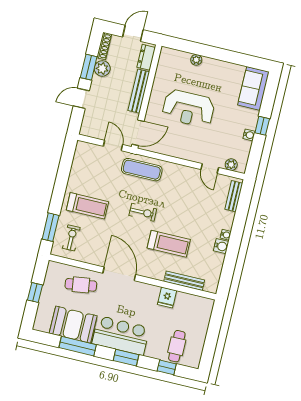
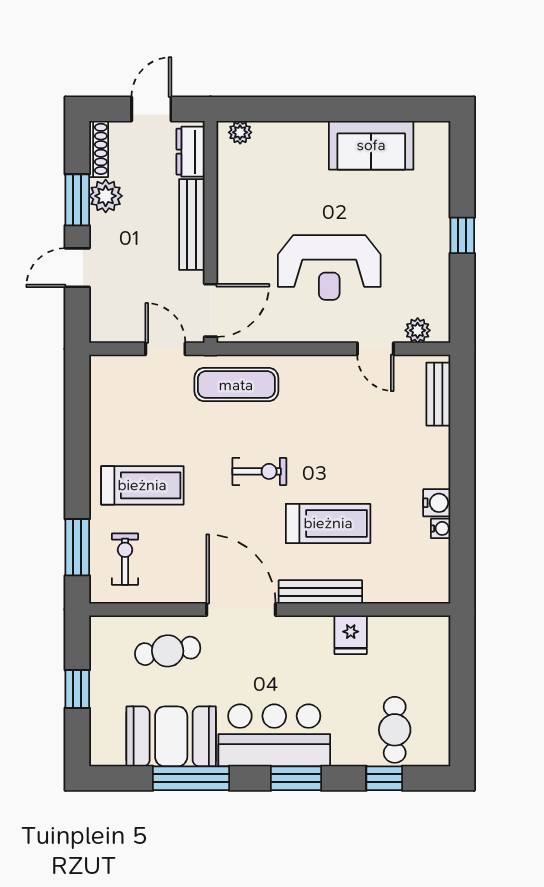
plant: (196, 60) -> (240, 132), moved
sofa: (253, 88) -> (371, 145), moved, turned -90
reception desk: (188, 108) -> (329, 267), moved
water cooler: (249, 135) -> (440, 261), removed
water cooler: (226, 235) -> (441, 528), moved
bench: (184, 281) -> (320, 592), moved

